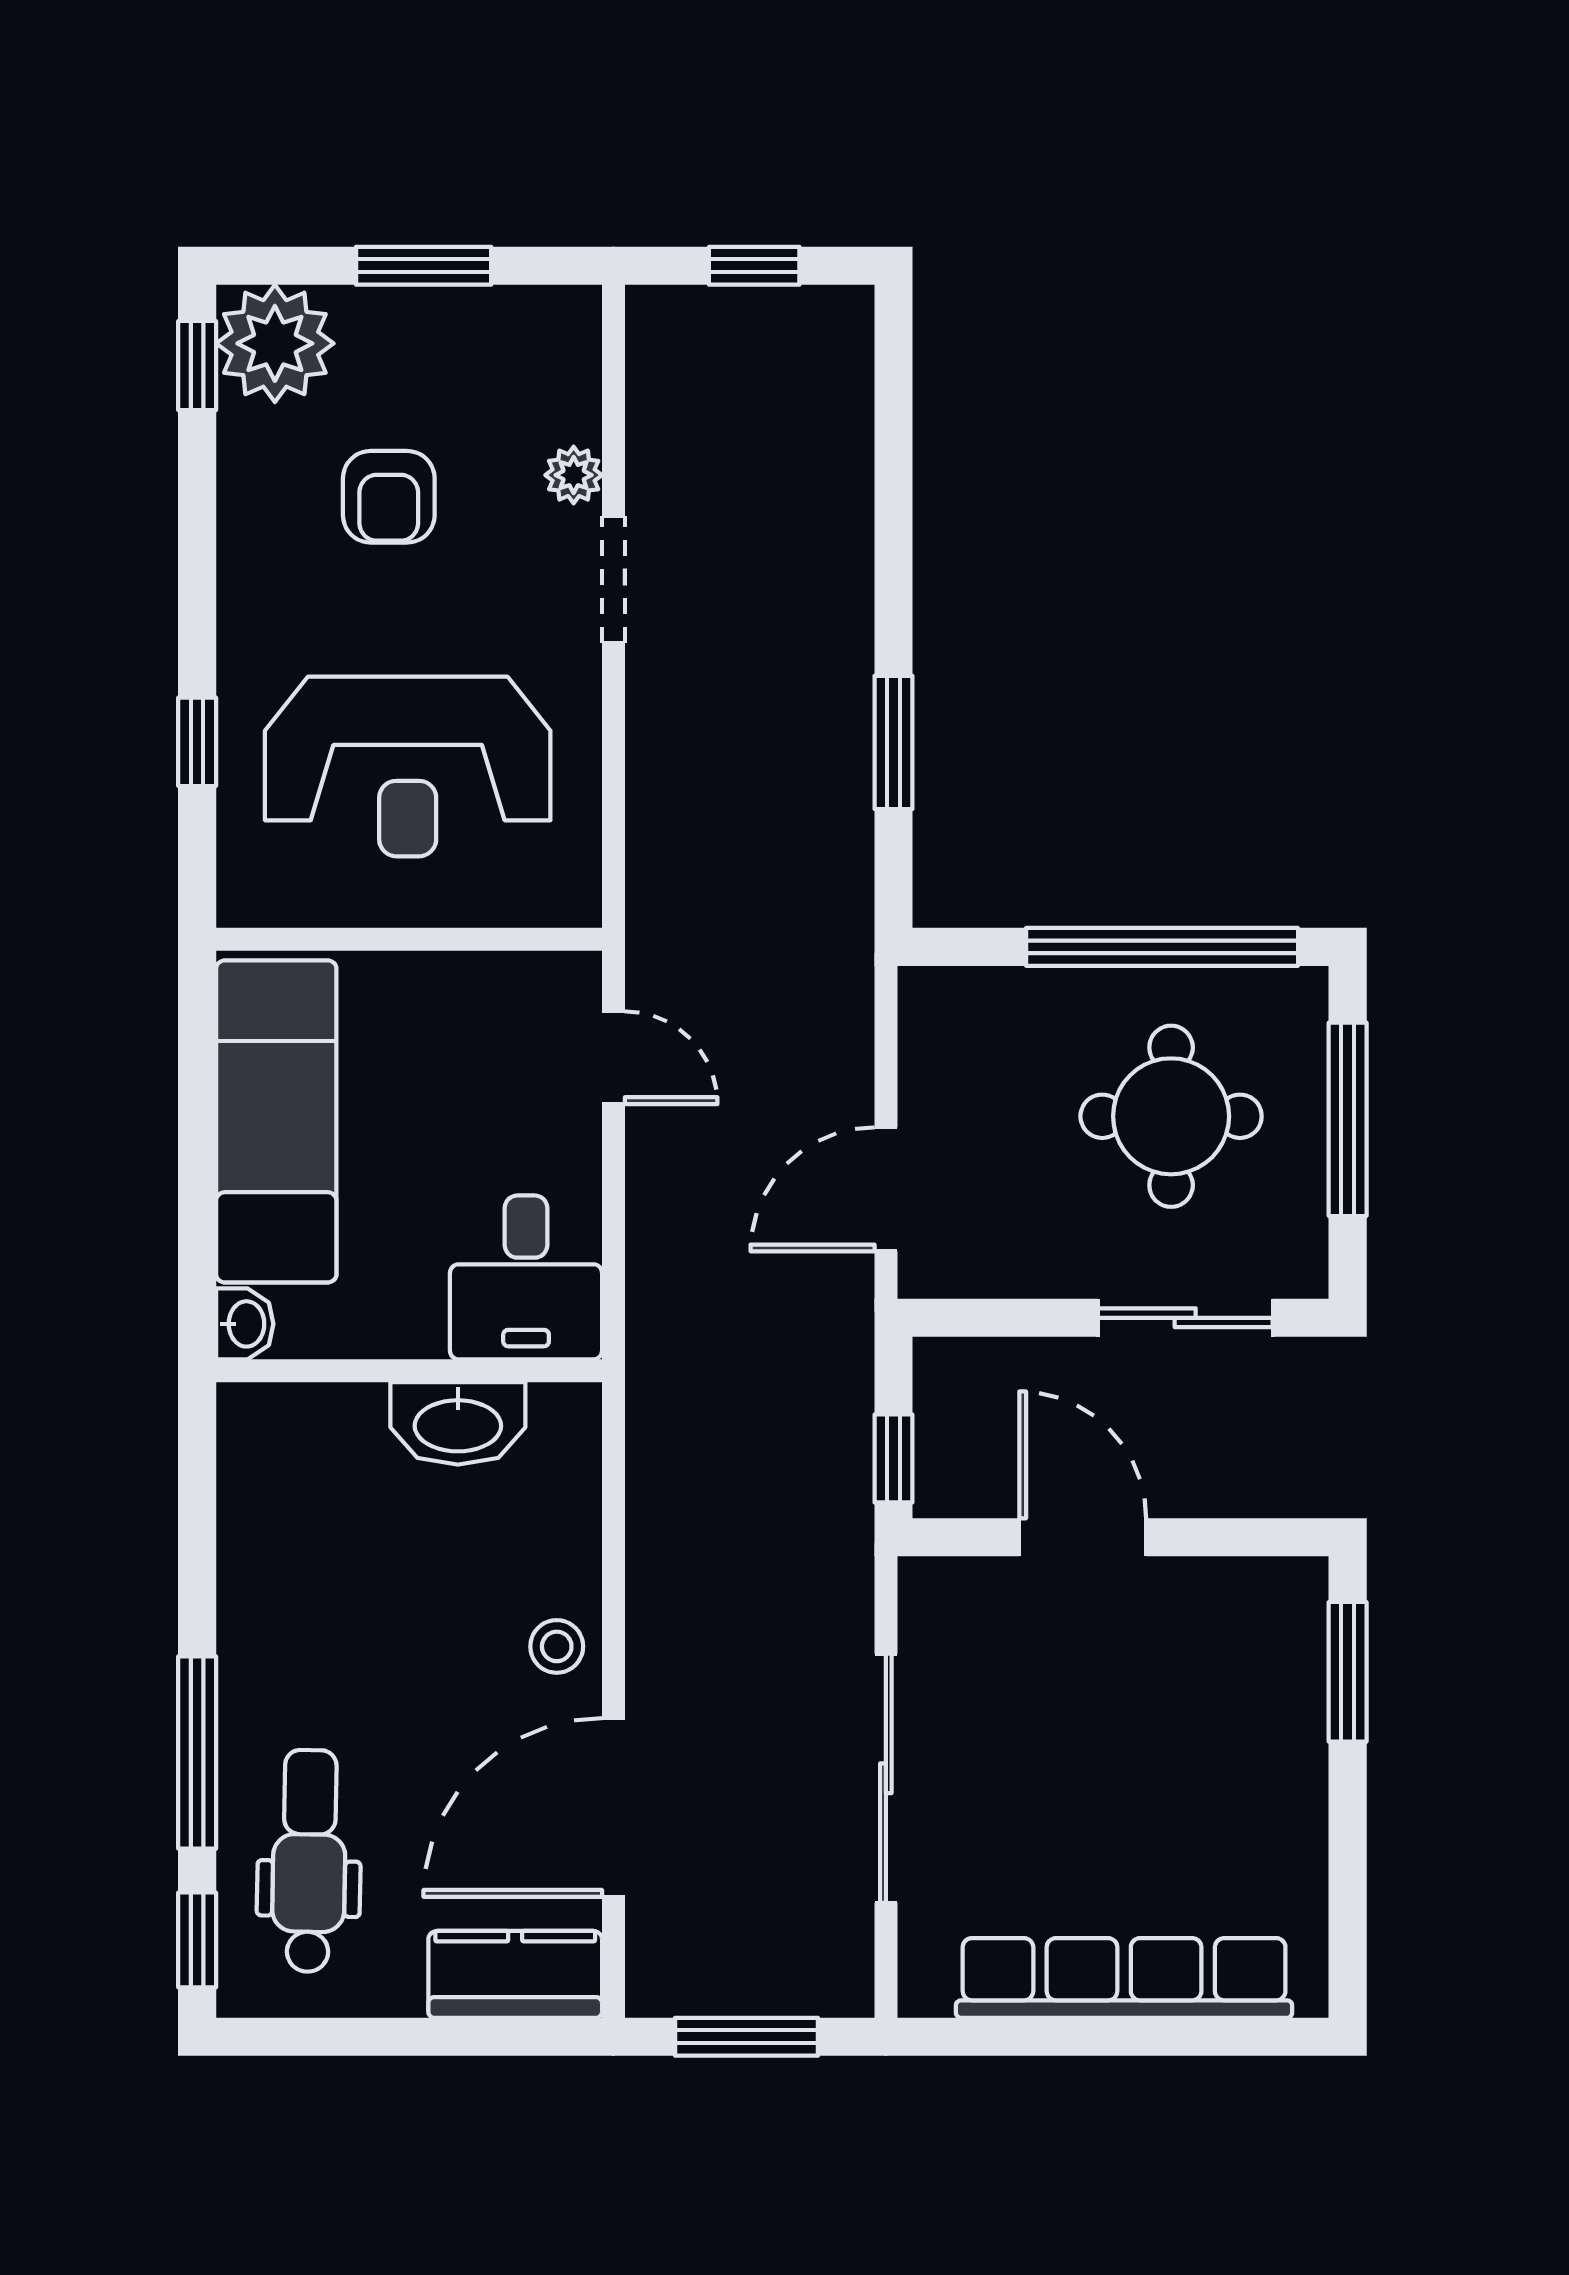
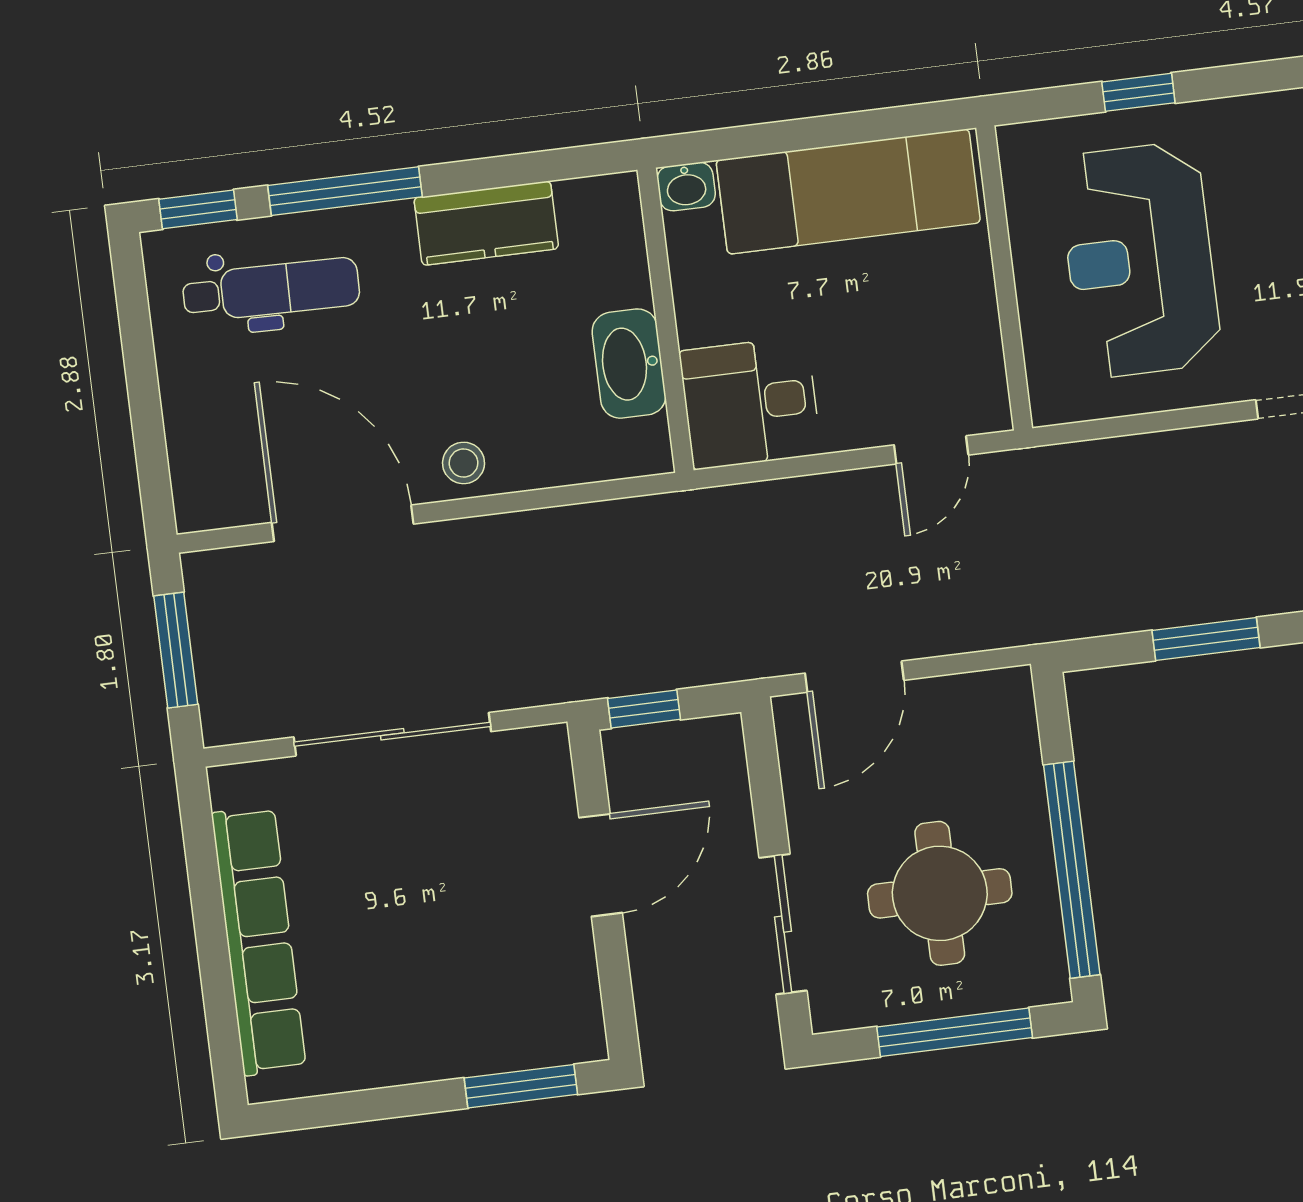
door: (886, 1189) -> (854, 677), swing flipped
kitchen counter: (515, 1974) -> (486, 223), moved, turned 90

